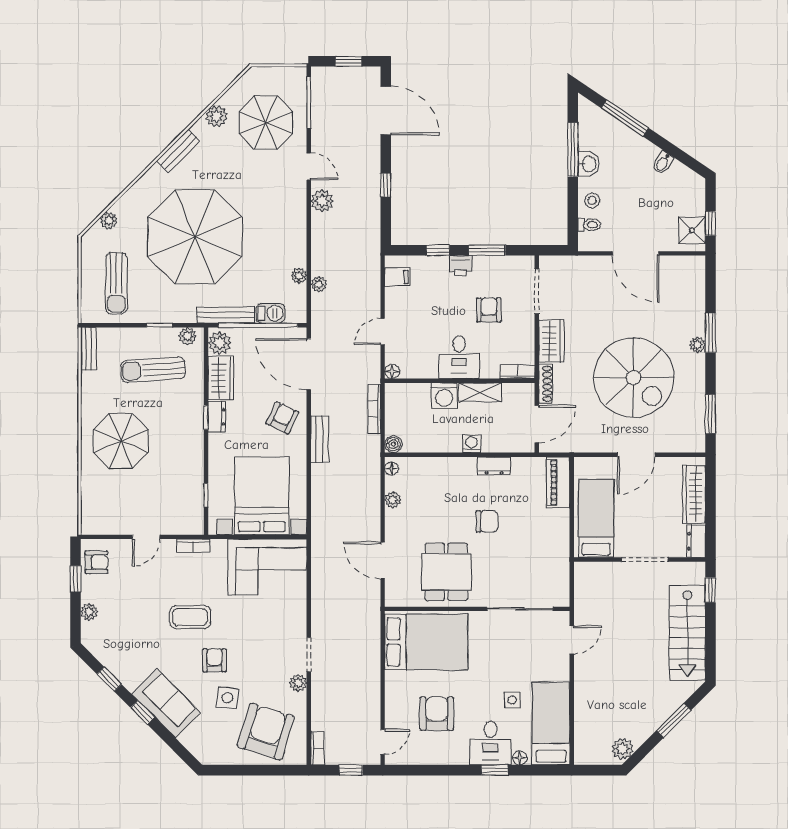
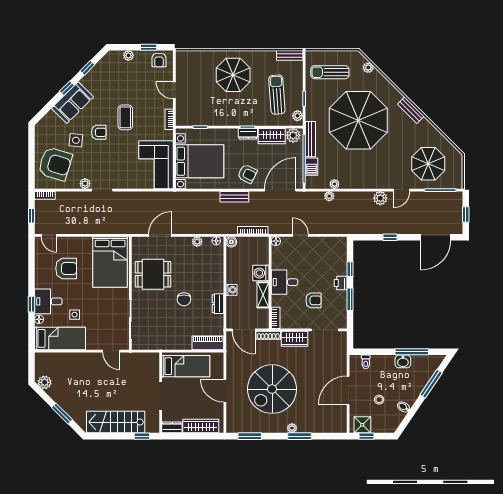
plant: (216, 116) -> (432, 134), removed
stool: (592, 200) -> (379, 400), moved
filing cabinet: (397, 277) -> (334, 244), removed

